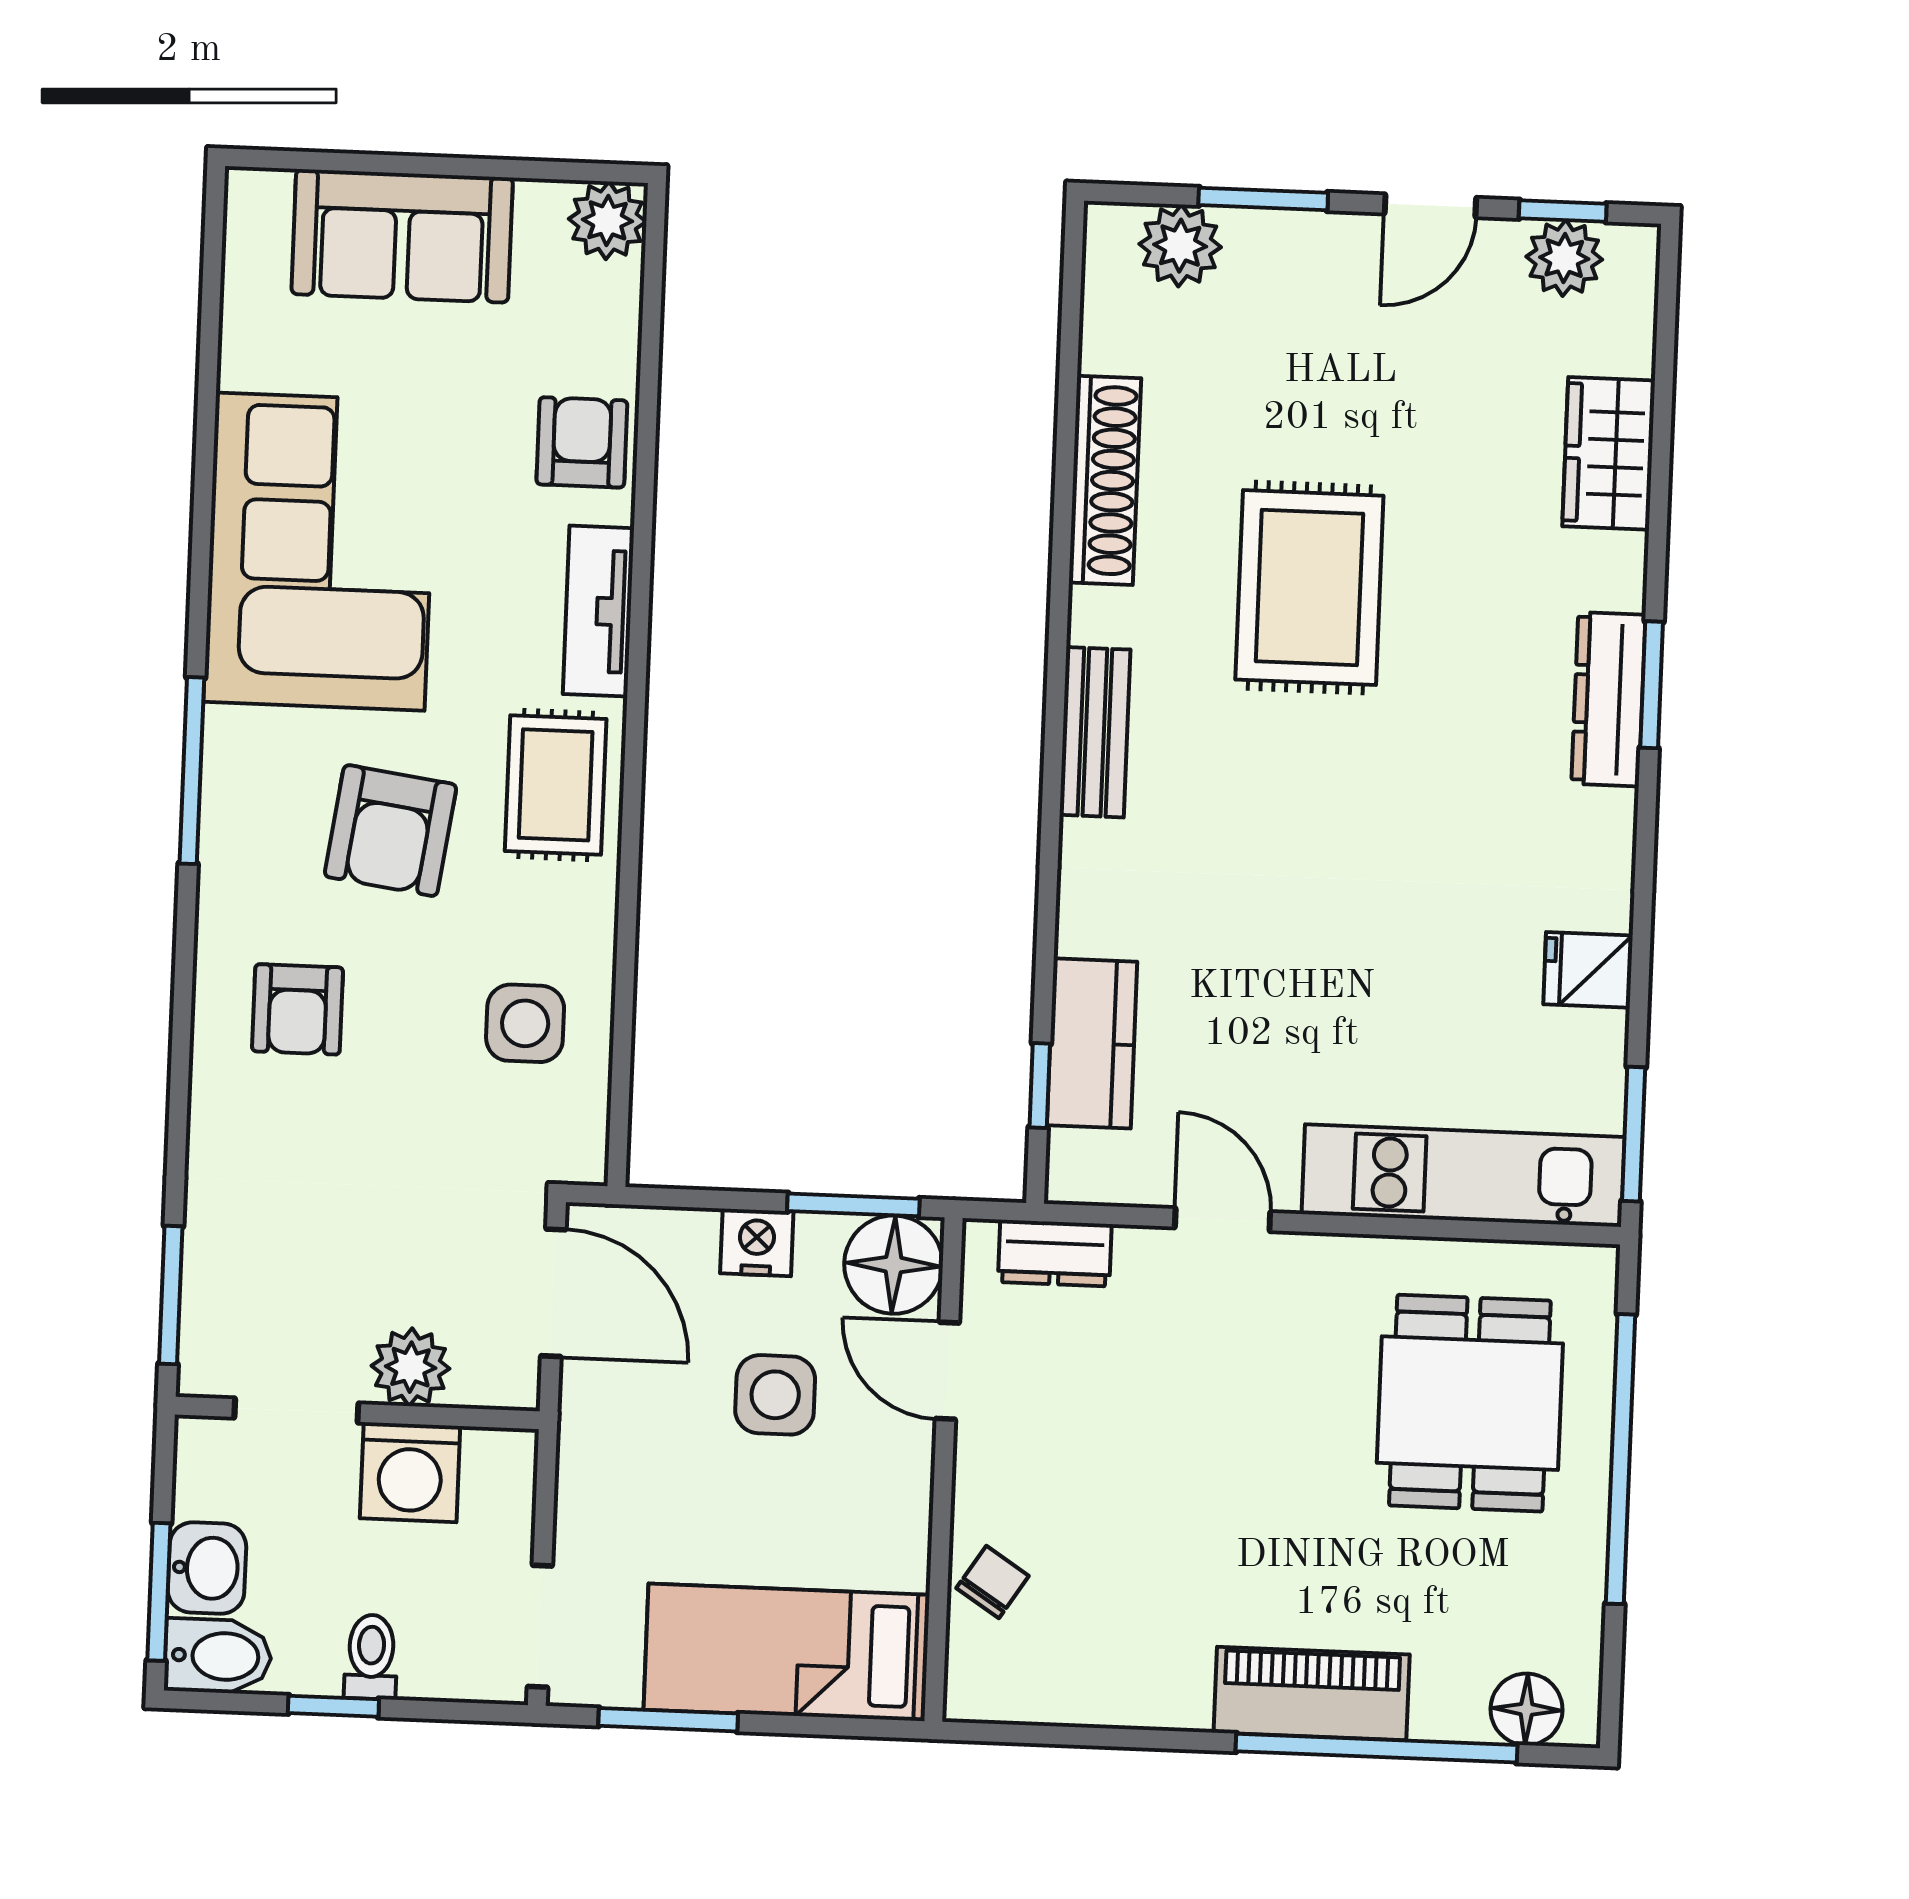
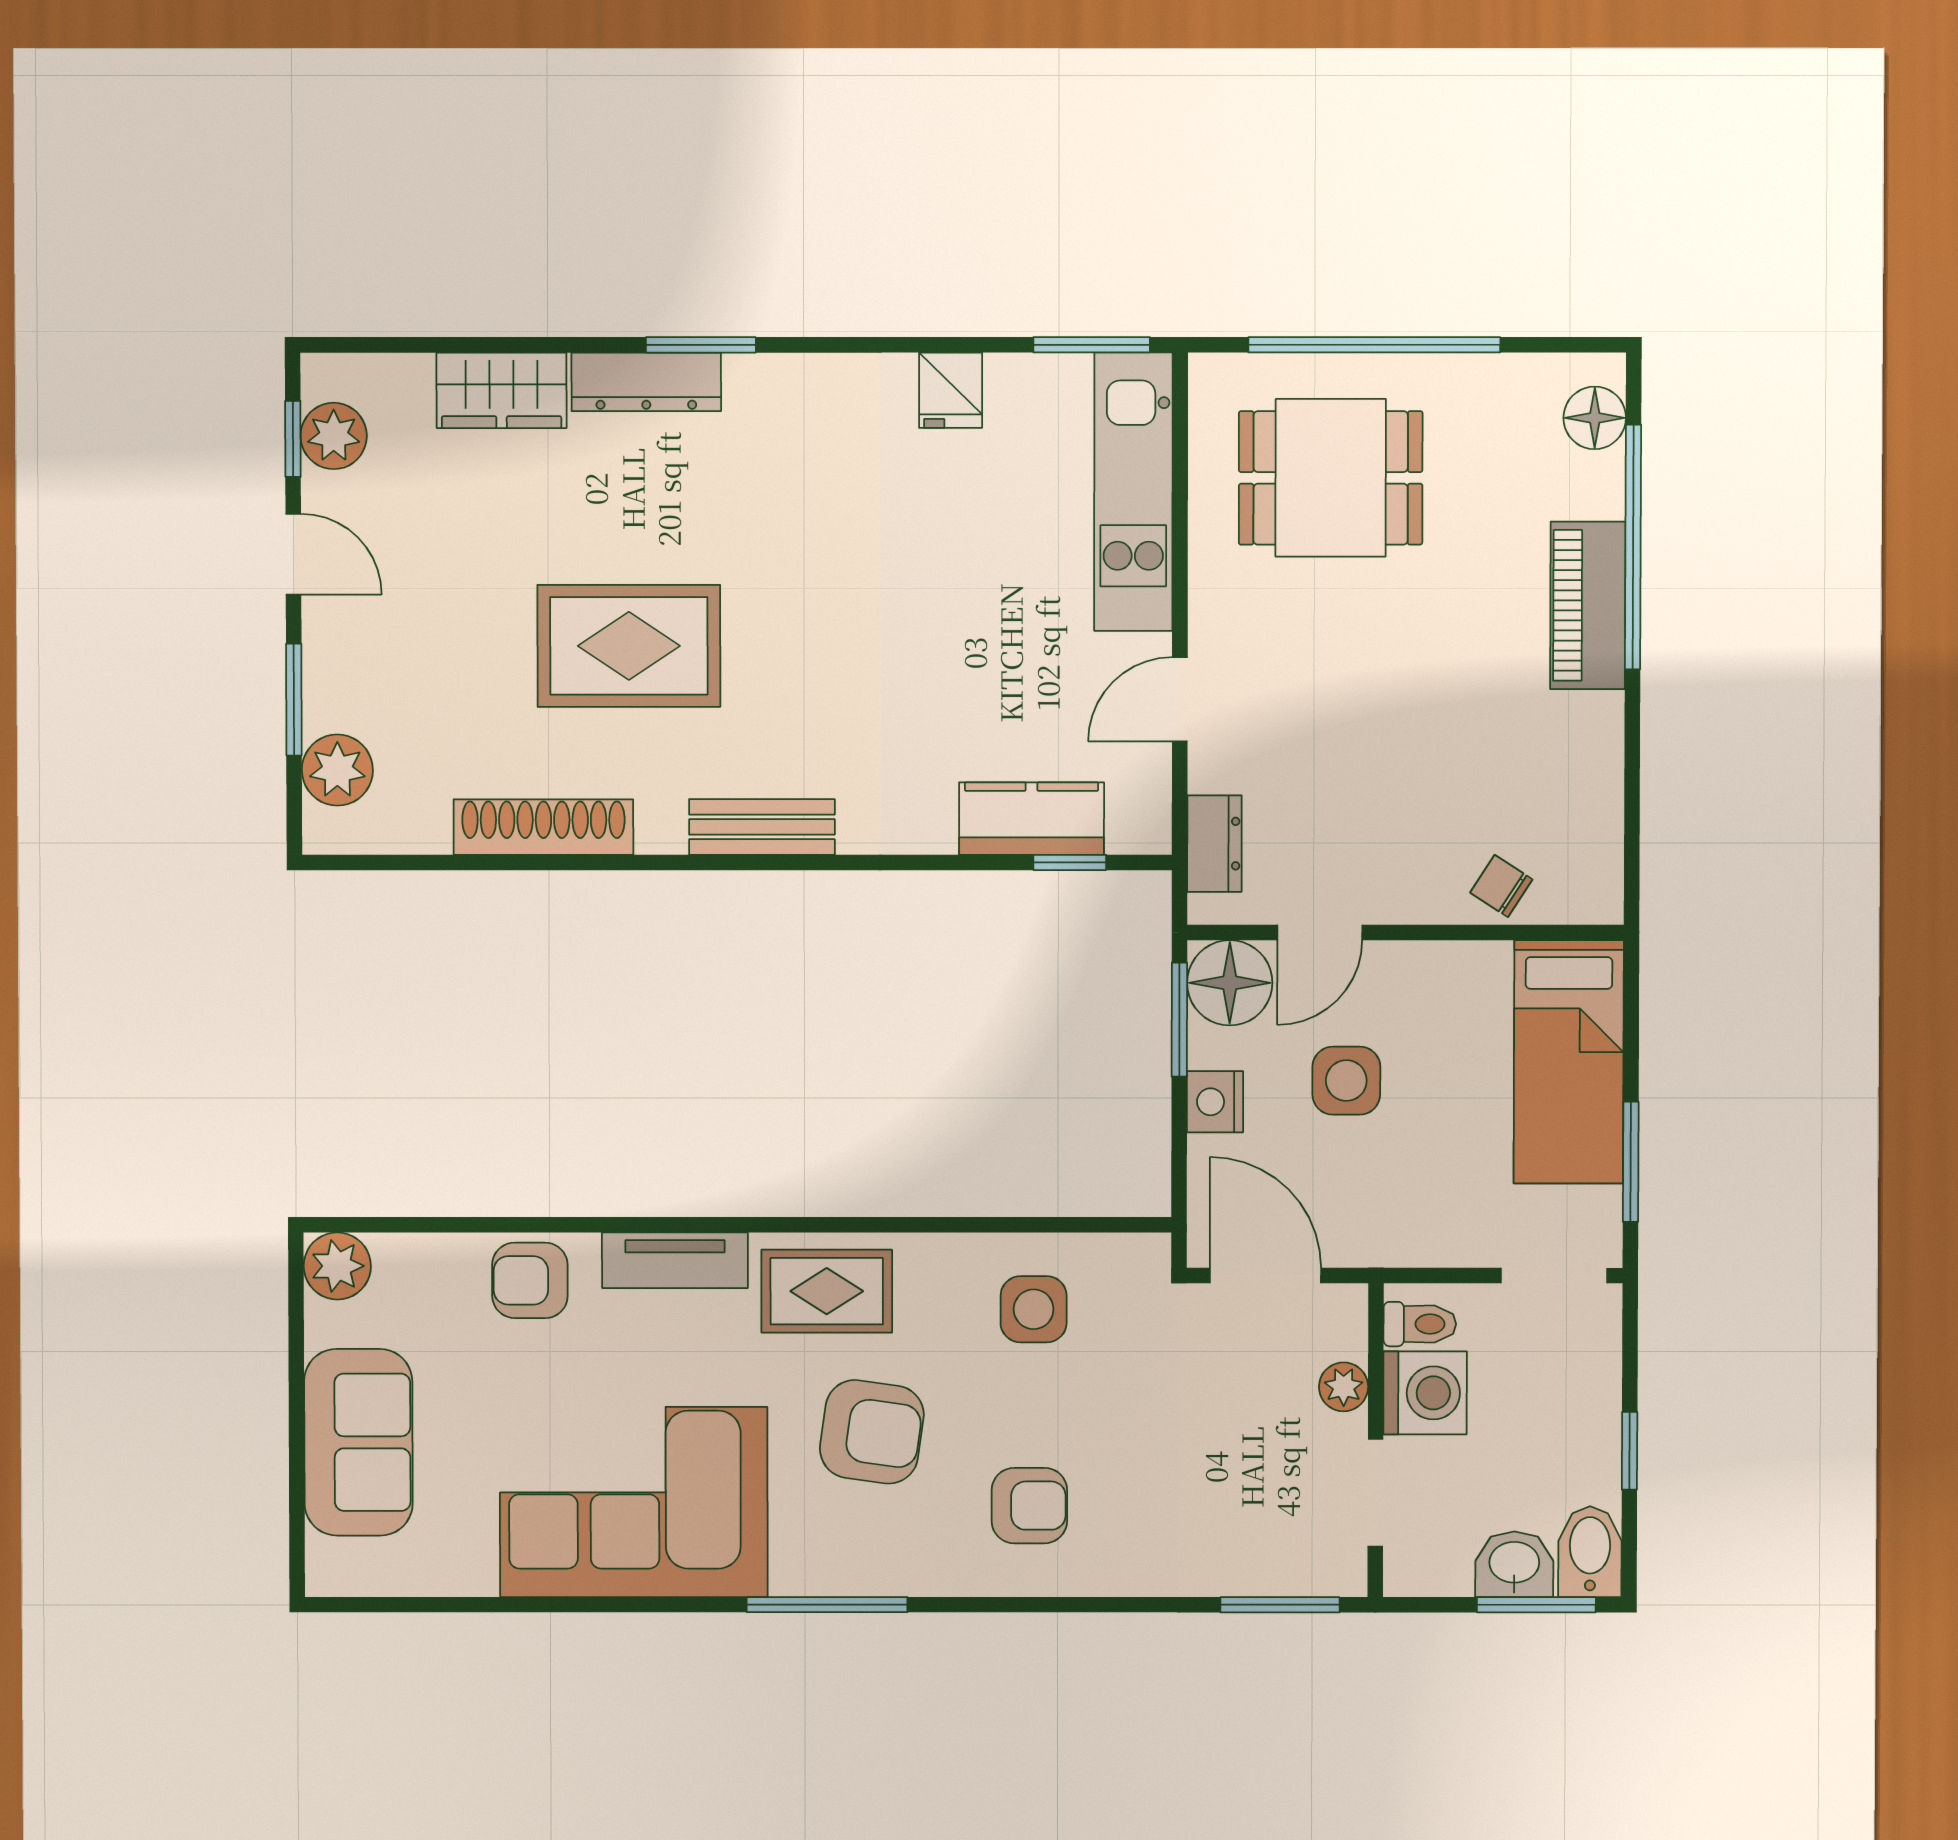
dresser: (1609, 699) -> (646, 382), moved
door: (553, 1293) -> (1265, 1276), hinge flipped
plant: (411, 1367) -> (1344, 1387), width x0.73, depth x0.73
toilet: (371, 1657) -> (1420, 1324), moved, turned 180

